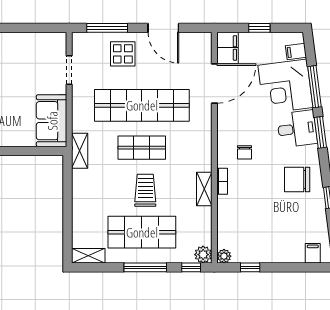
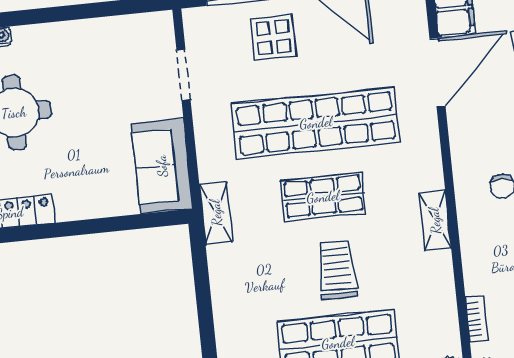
bookcase: (222, 181) -> (477, 319), moved
shelving: (204, 189) -> (435, 221), moved

